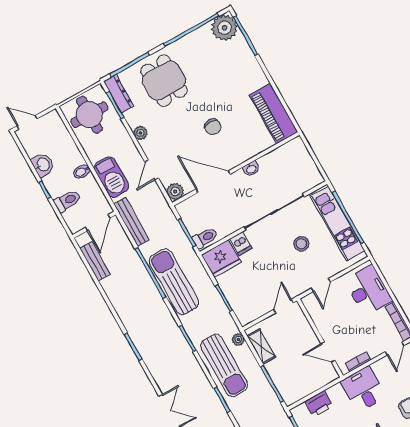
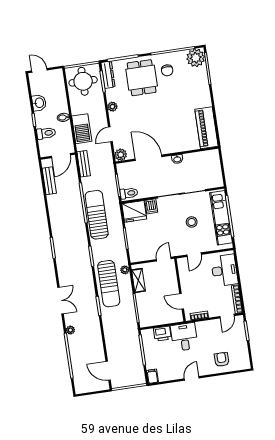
chair: (213, 127) -> (167, 70), moved
bench: (132, 222) -> (84, 164), width x0.73
desk: (363, 389) -> (184, 337), moved

